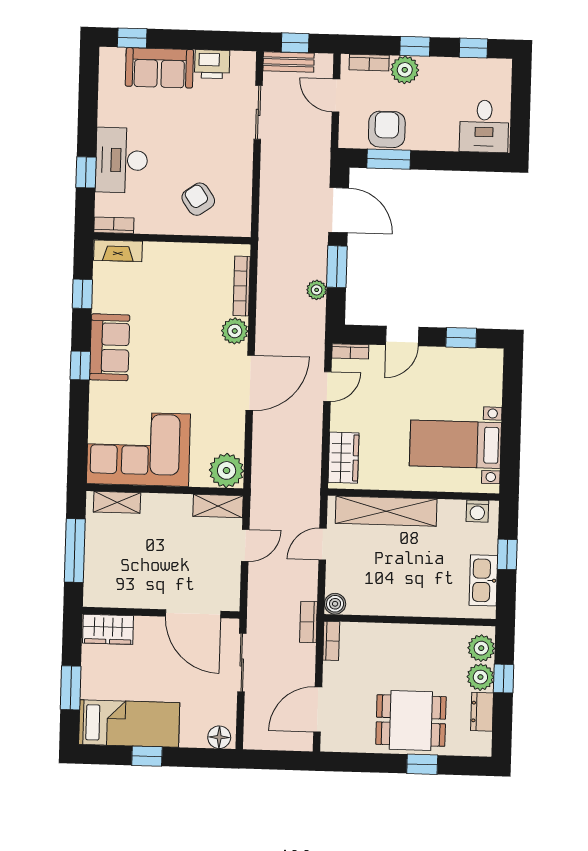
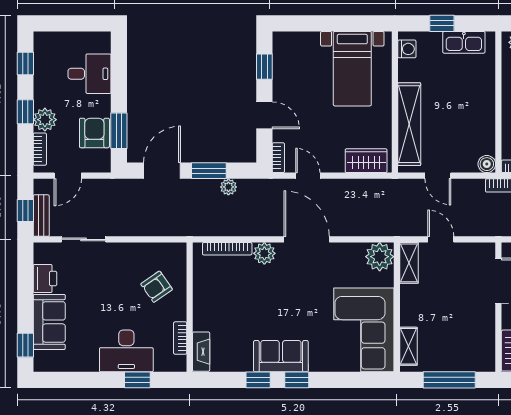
desk: (484, 126) -> (89, 74), moved
armchair: (387, 129) -> (94, 133), turned 90
bookcase: (114, 225) -> (180, 338), moved
window: (82, 294) -> (258, 380), moved

